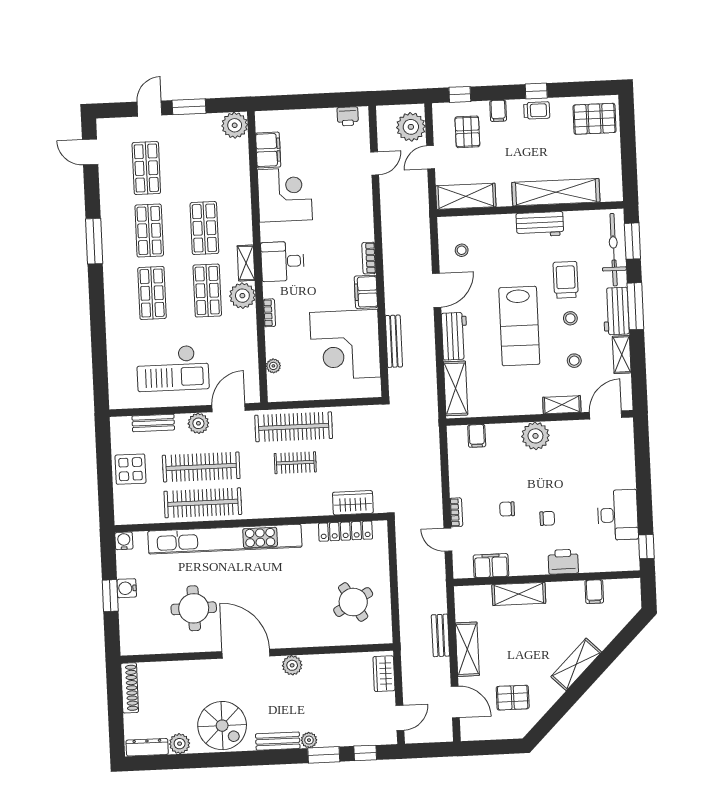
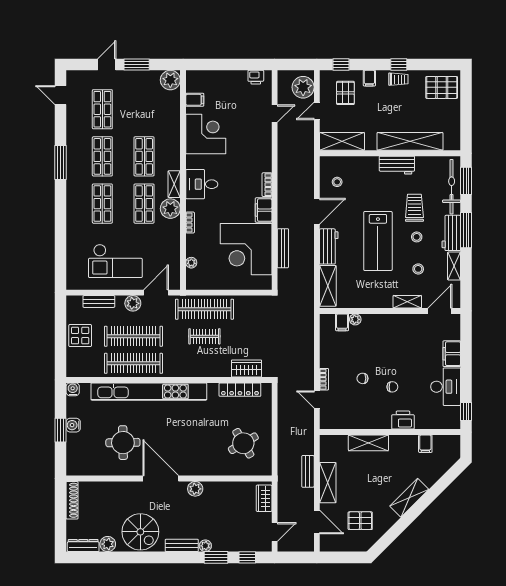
filing cabinet: (268, 150) -> (195, 100), width x0.50
plant: (535, 436) -> (355, 319), moved, width x0.53, depth x0.53
filing cabinet: (491, 566) -> (452, 354), moved, turned -90

